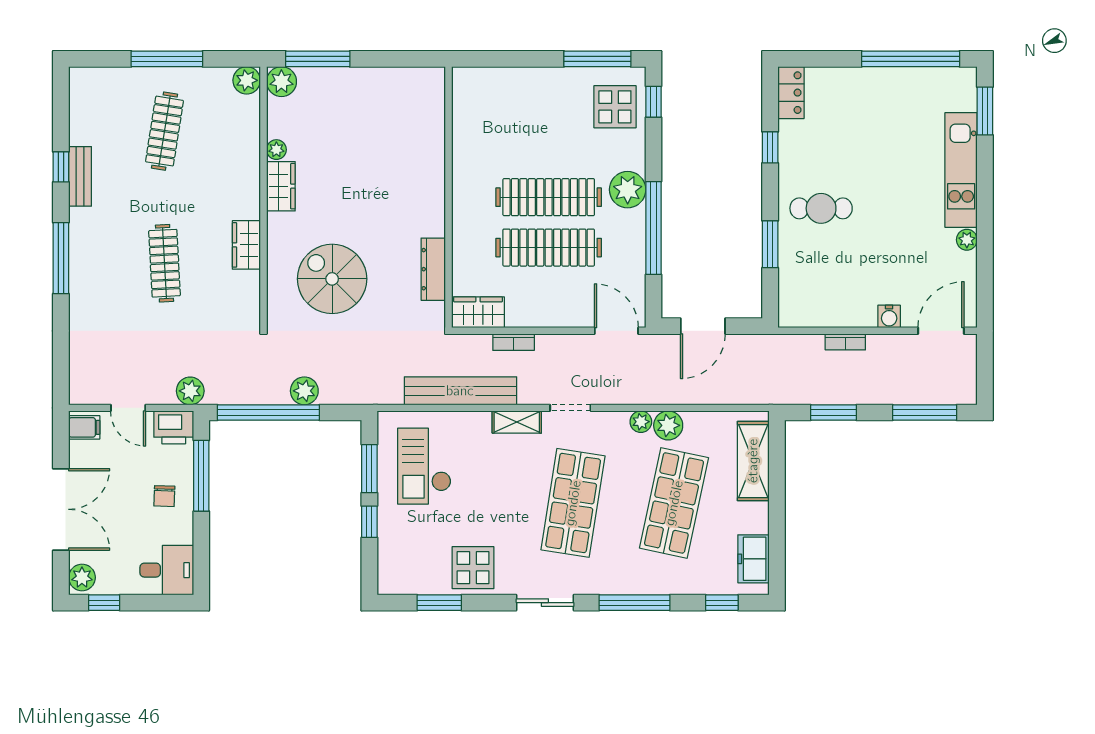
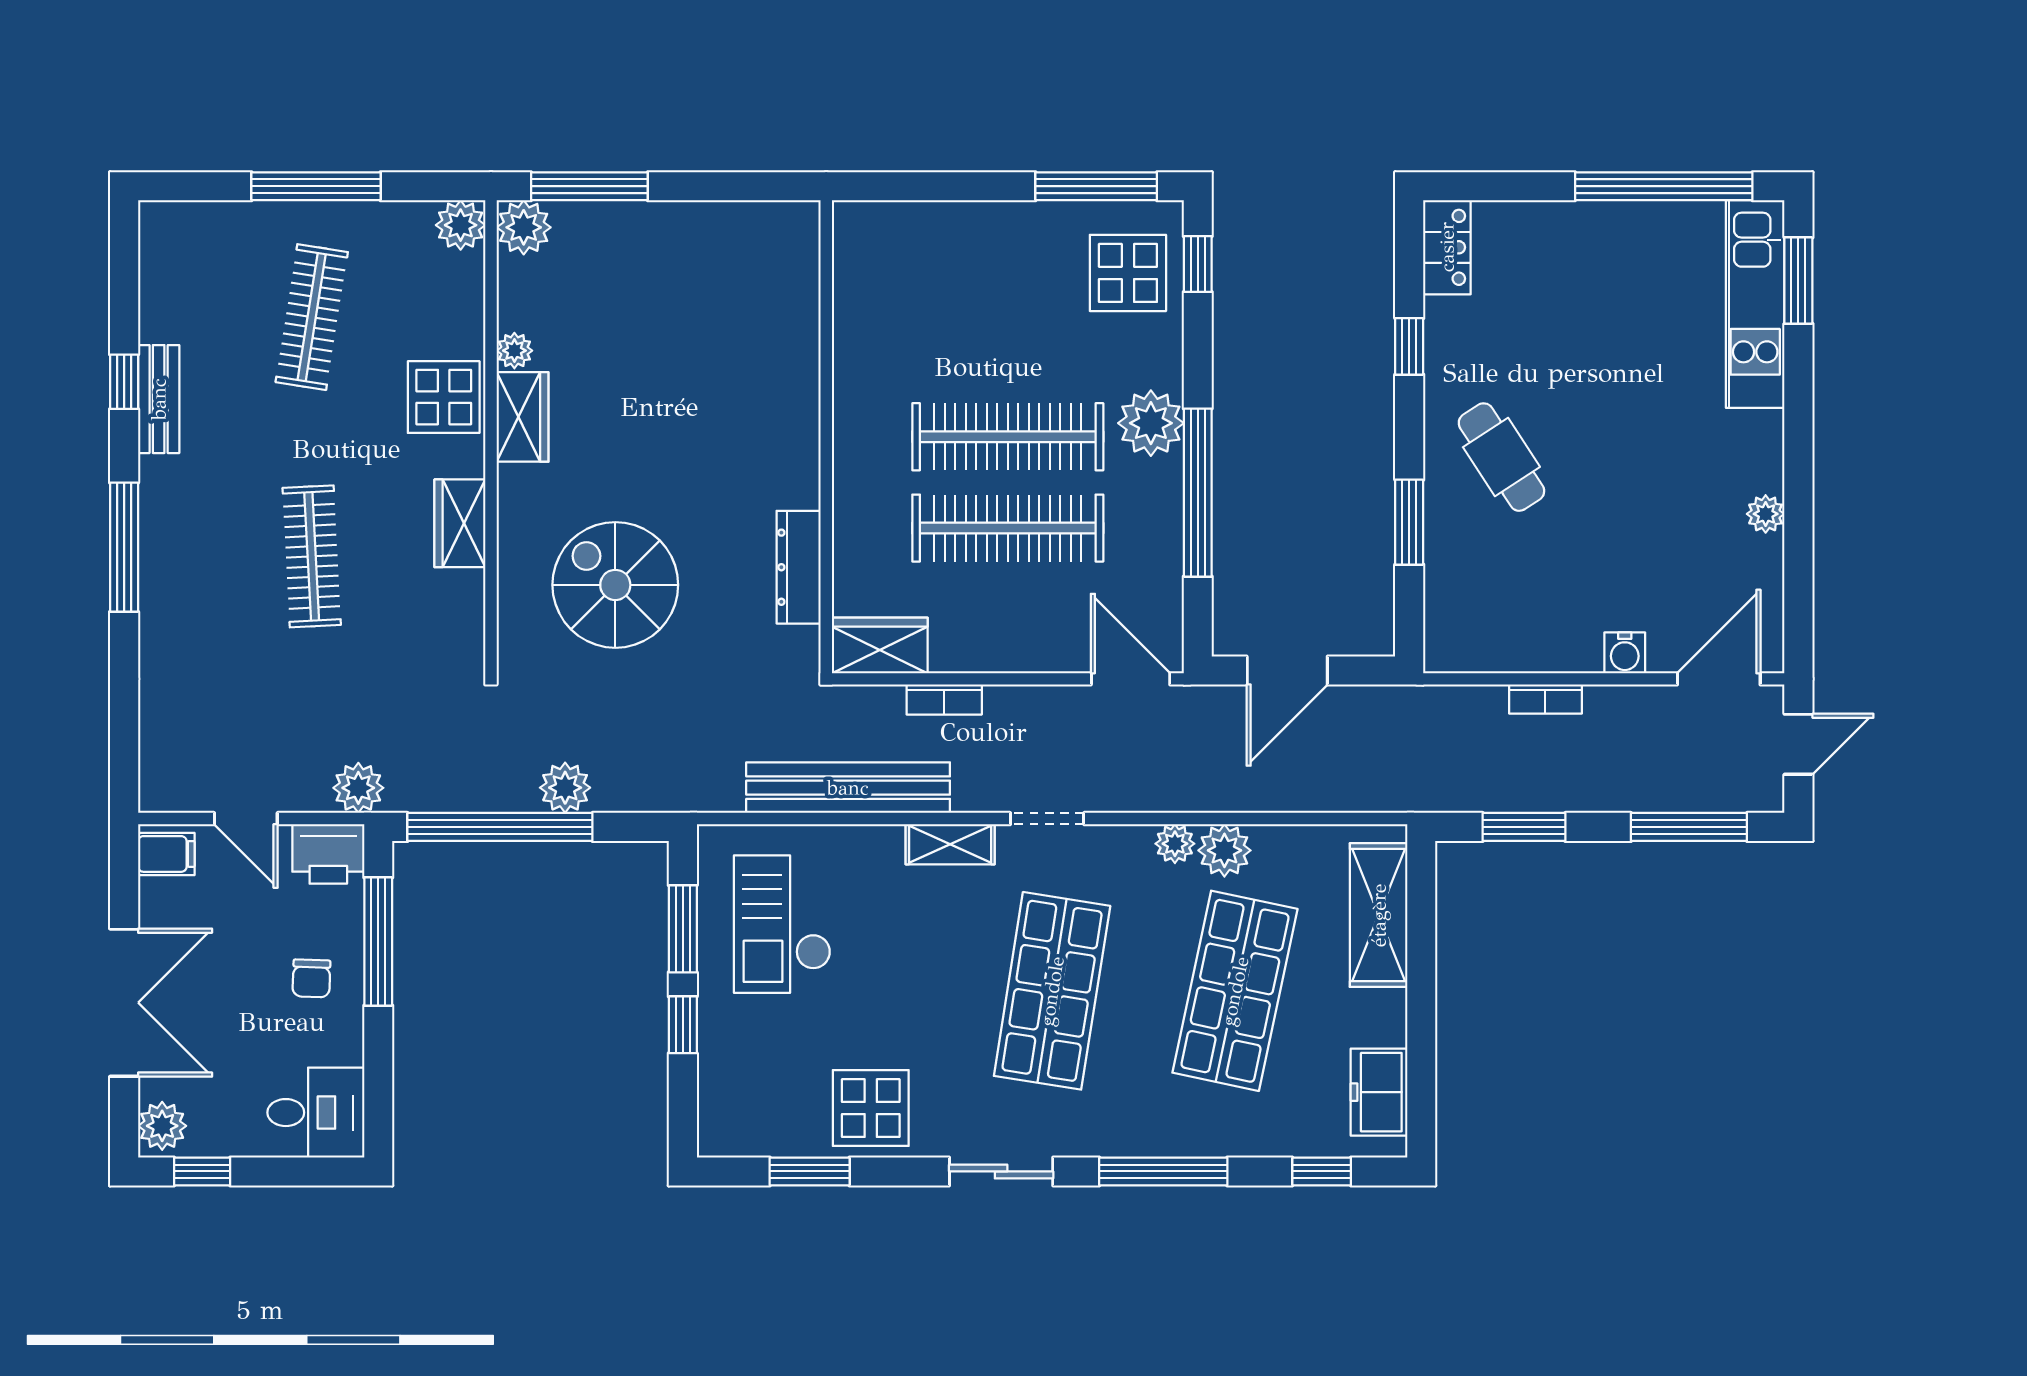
kitchen unit: (961, 170) -> (1755, 304), moved
display table: (237, 175) -> (444, 397), added
cafe table: (821, 208) -> (1501, 457), turned 57
door: (985, 367) -> (1798, 744), added

